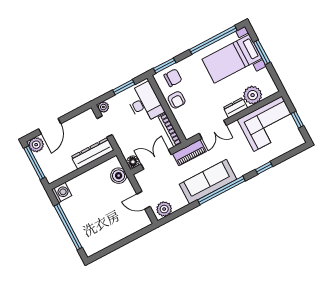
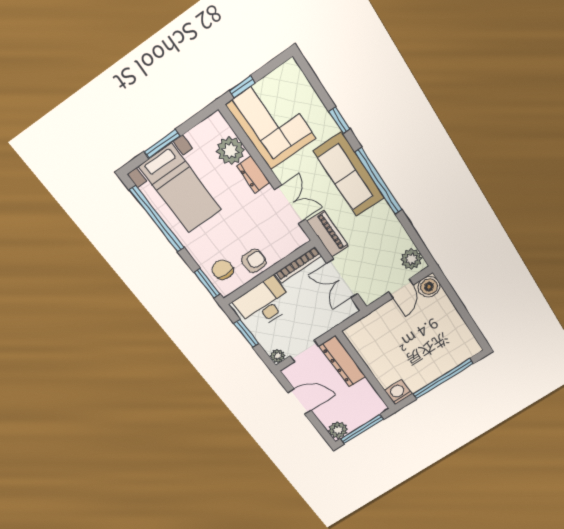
window: (297, 120) -> (242, 87), moved
door: (50, 126) -> (300, 401), moved
floor lamp: (133, 162) -> (349, 309), removed
boiler: (119, 176) -> (429, 287), moved
sofa: (208, 182) -> (349, 175), moved

